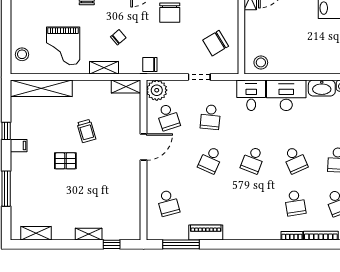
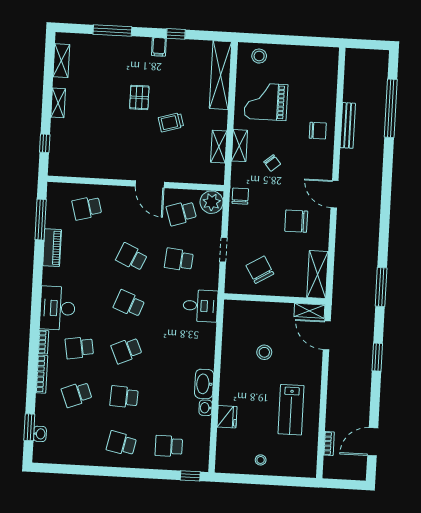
stool: (261, 62) -> (264, 352), moved
shelving: (126, 86) -> (219, 147), moved
desk: (286, 95) -> (57, 308), moved, turned 180
shelving: (89, 234) -> (58, 103), moved

